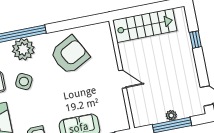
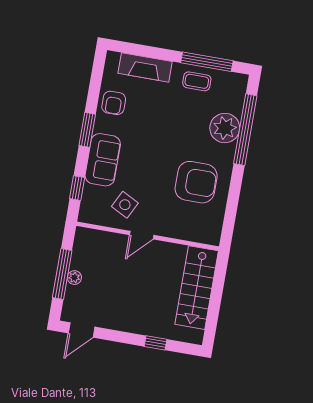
armchair: (70, 55) -> (196, 182), turned -62
side table: (24, 81) -> (125, 205), moved

